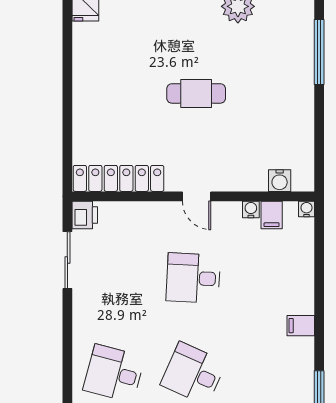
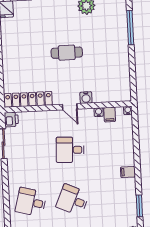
water cooler: (280, 181) -> (86, 98), moved

